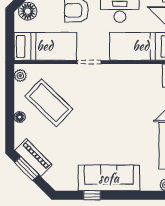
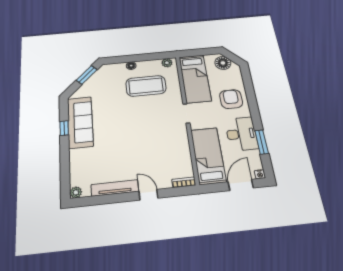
coffee table: (49, 103) -> (146, 86), turned 46
piano: (34, 158) -> (97, 79), removed
sofa: (109, 178) -> (80, 122), moved

